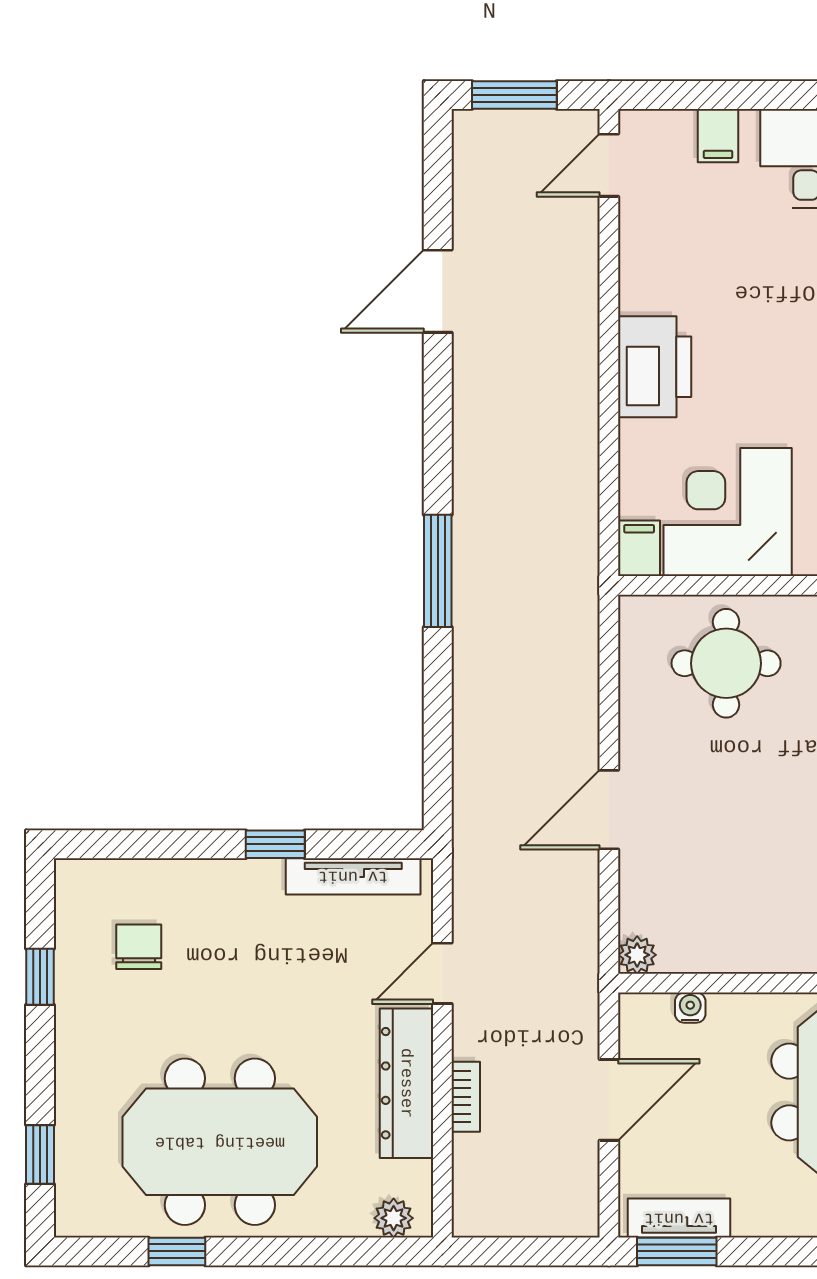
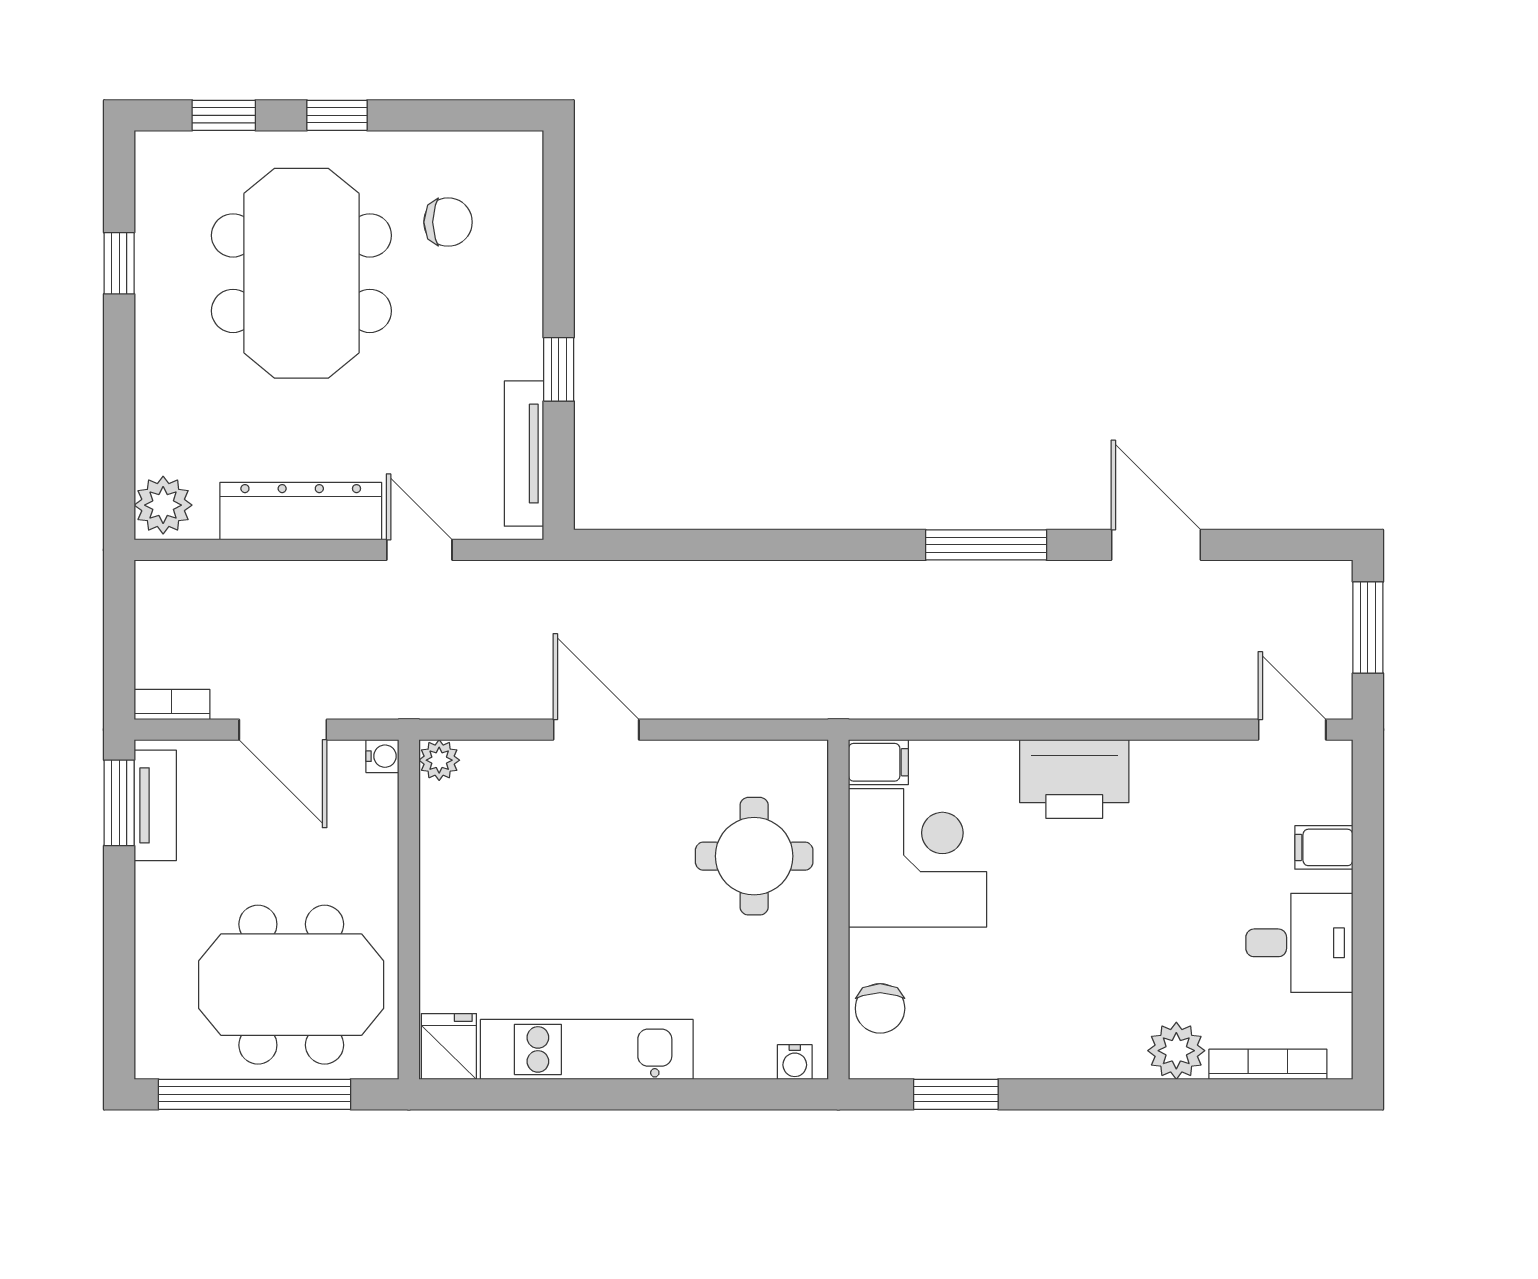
window: (438, 571) -> (986, 545), moved
window: (40, 977) -> (337, 115), moved
water cooler: (690, 1008) -> (382, 756), moved
bookcase: (466, 1097) -> (172, 705), moved, turned 180
meeting table: (220, 1142) -> (301, 273), moved
plant: (394, 1218) -> (163, 505), width x1.38, depth x1.38

